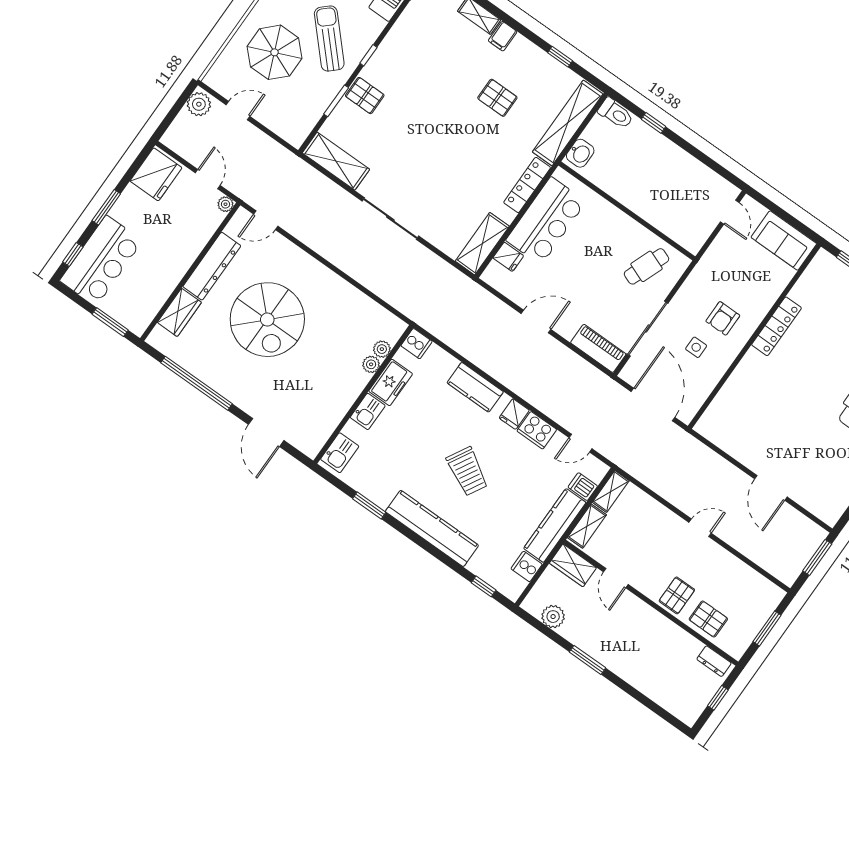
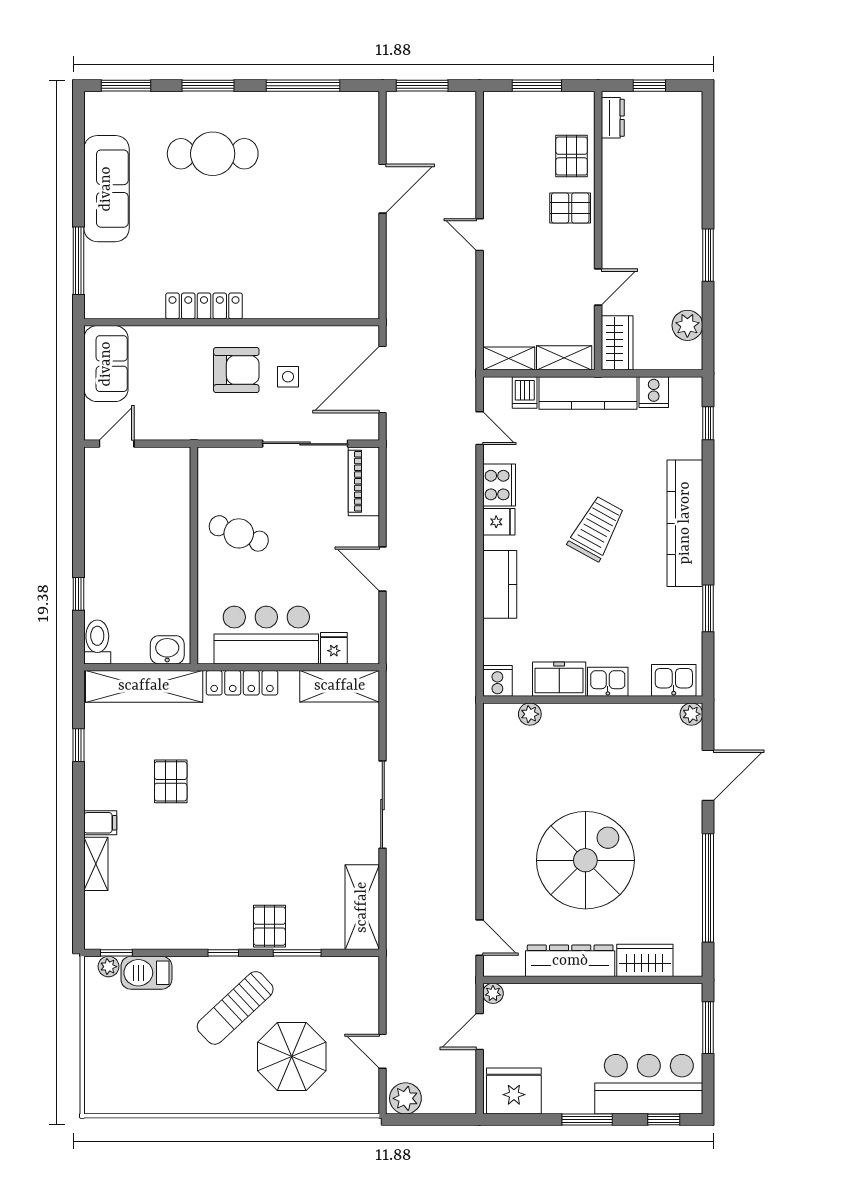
cafe table: (647, 266) -> (239, 533), moved
armchair: (723, 318) -> (236, 370), width x1.38, depth x1.38
plant: (371, 364) -> (691, 714), moved

